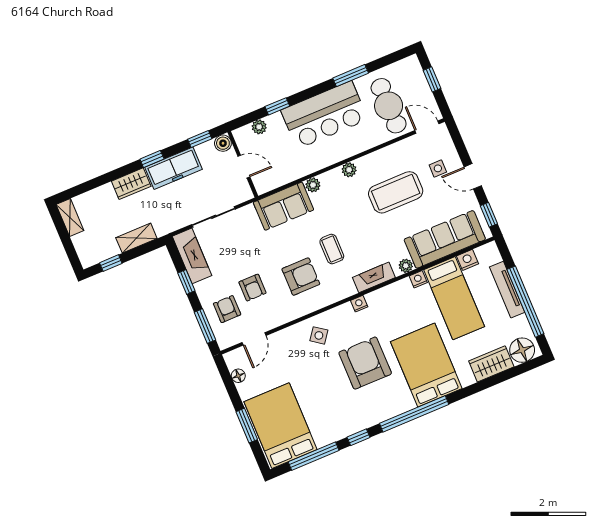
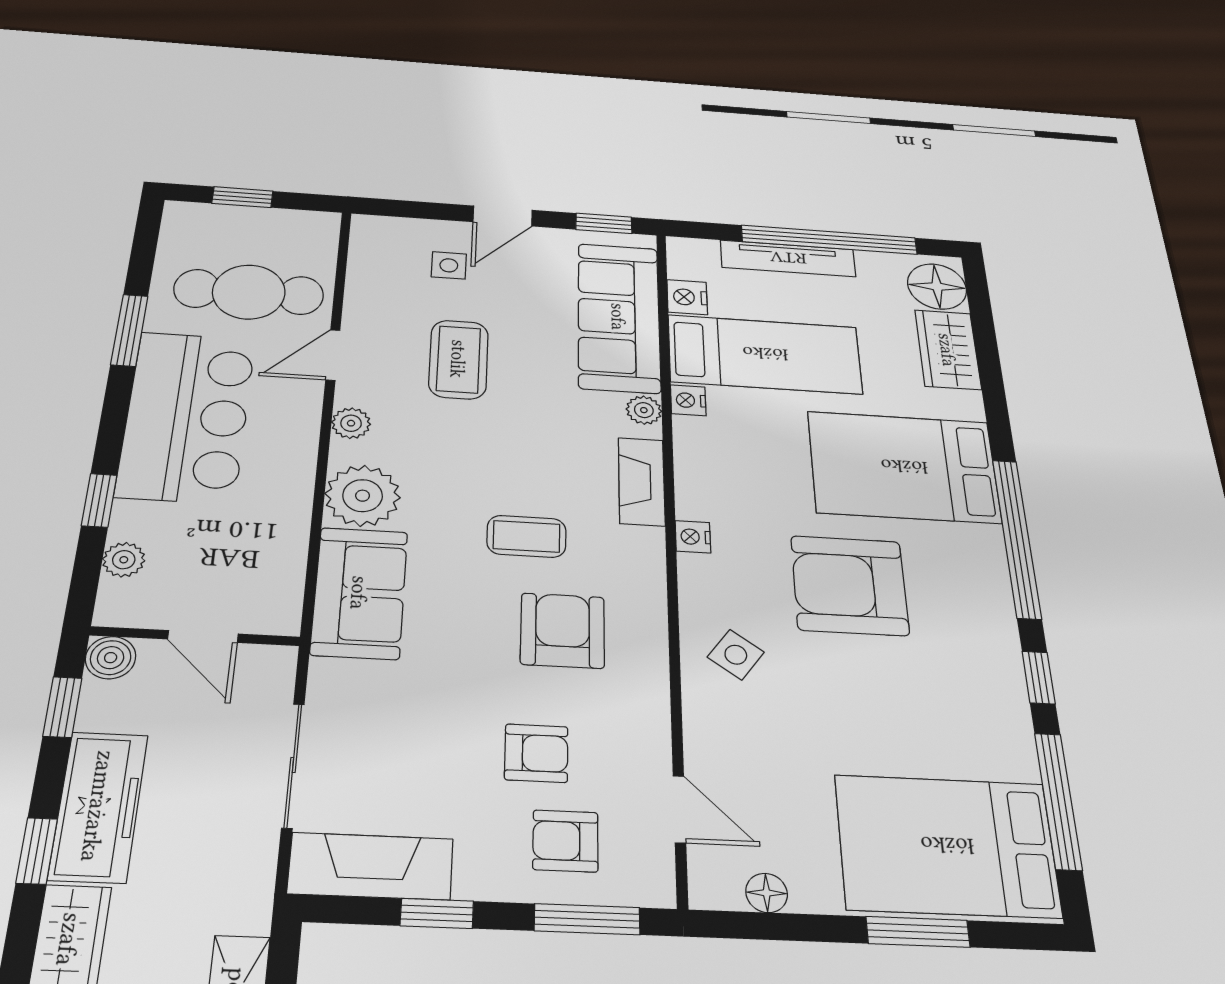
door: (427, 127) -> (333, 355), moved
door: (244, 167) -> (203, 637), swing flipped
plant: (313, 185) -> (363, 496), width x1.88, depth x1.88
coffee table: (396, 192) -> (459, 359), width x0.73, depth x0.76

